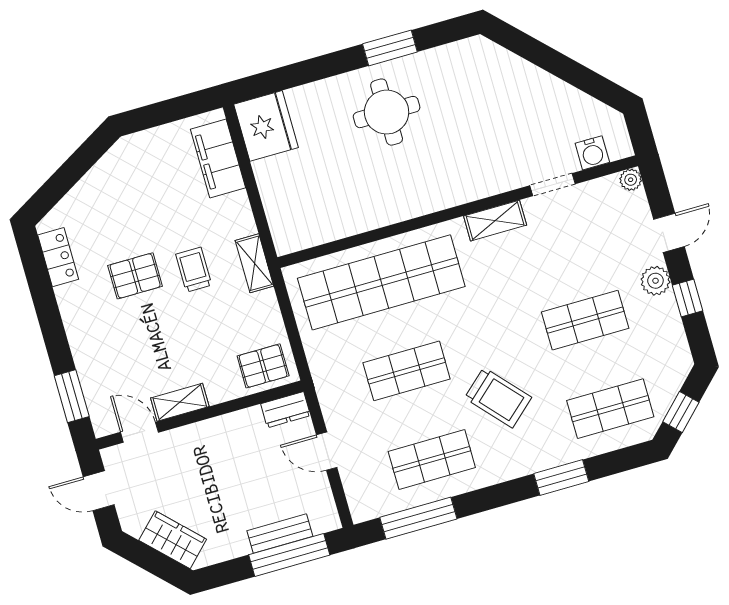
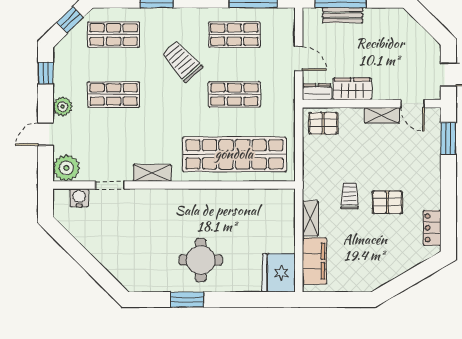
plant: (631, 180) -> (66, 168), width x1.88, depth x1.88
shelving: (254, 263) -> (310, 218), moved
trolley: (194, 270) -> (350, 196), turned 180
window: (688, 298) -> (46, 73), moved
wardrobe: (173, 540) -> (352, 89), moved, turned 135

